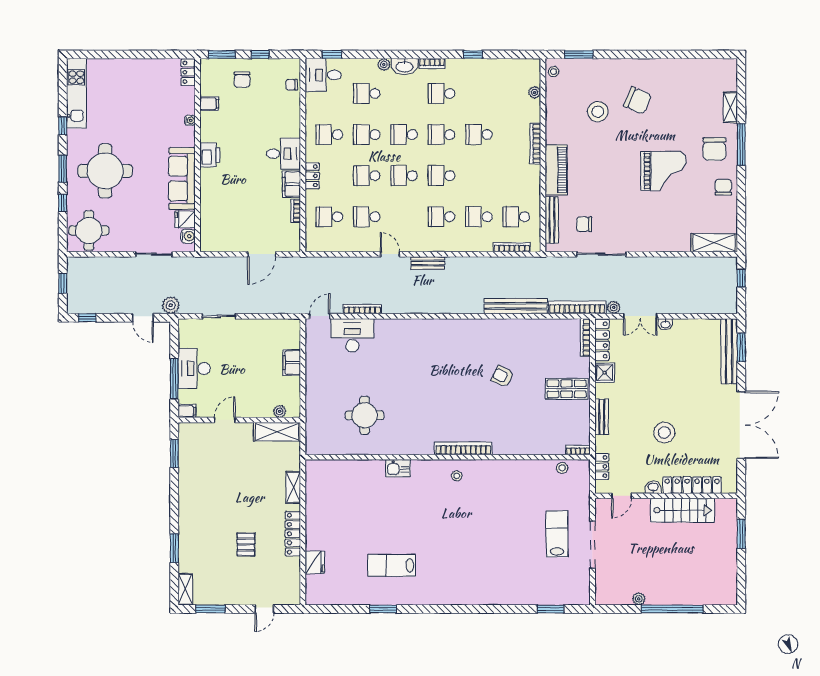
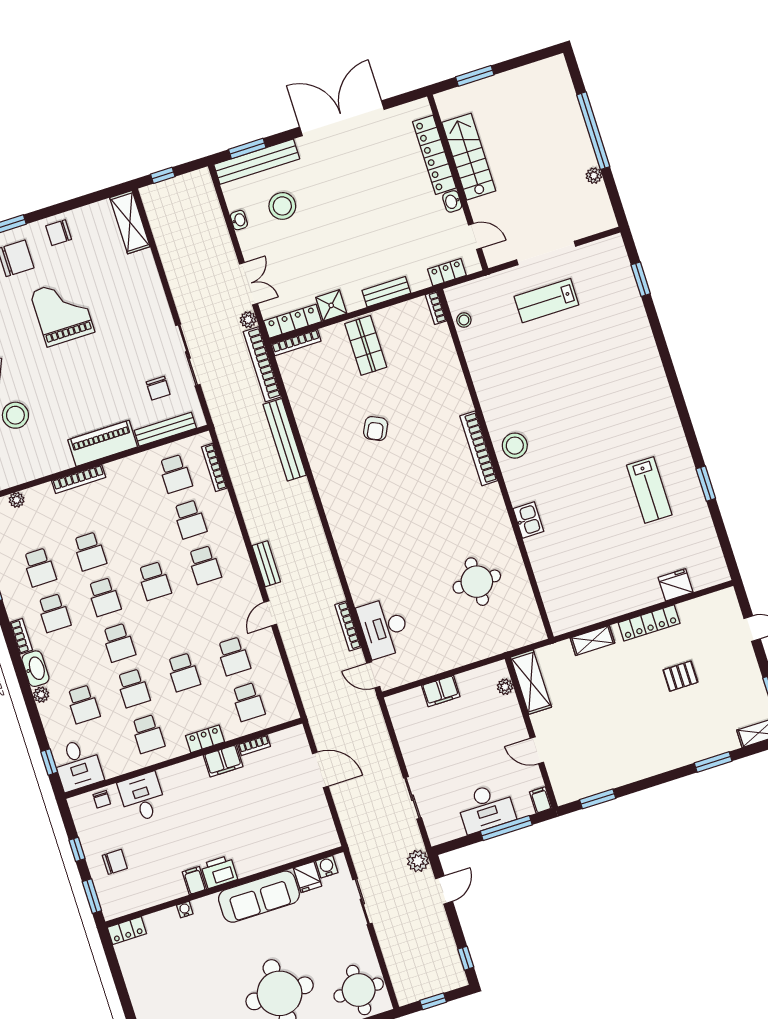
filing cabinet: (209, 104) -> (194, 881), moved
desk: (283, 154) -> (142, 797), moved
school desk: (404, 176) -> (39, 567), moved
washbasin: (665, 324) -> (239, 220), moved
stool: (664, 433) -> (282, 206), moved
stool: (457, 476) -> (515, 446), width x1.89, depth x1.89

